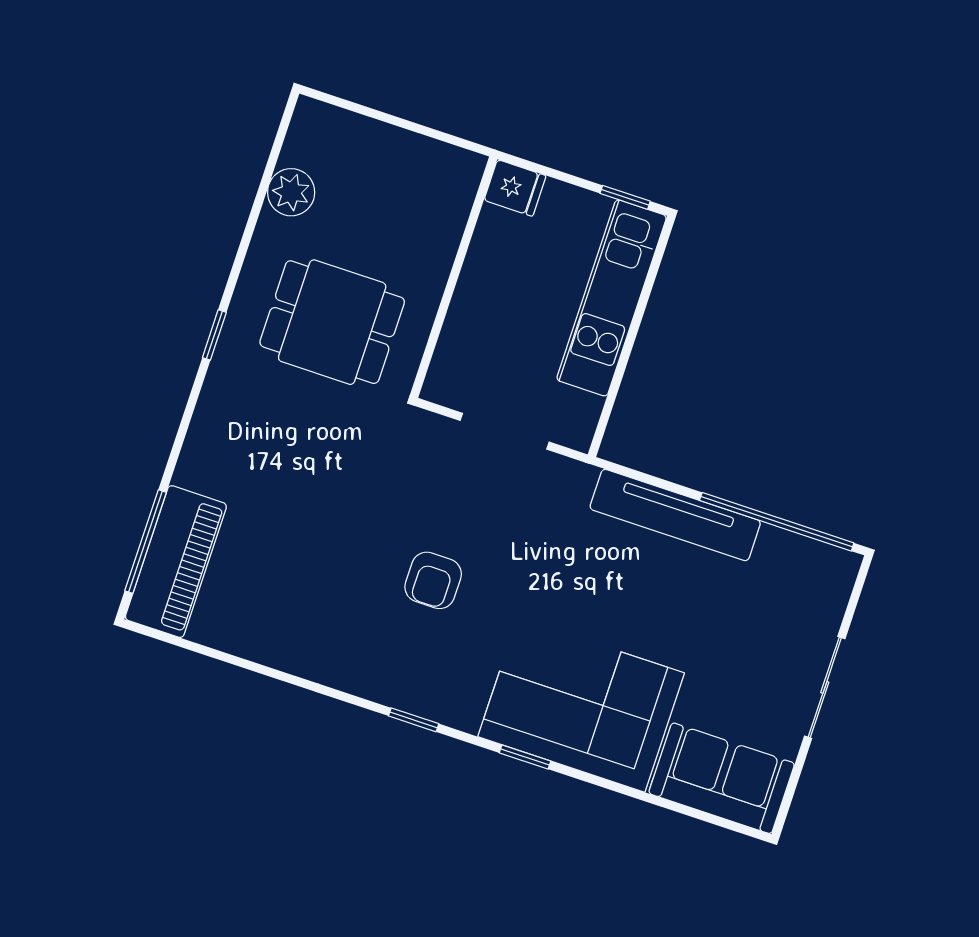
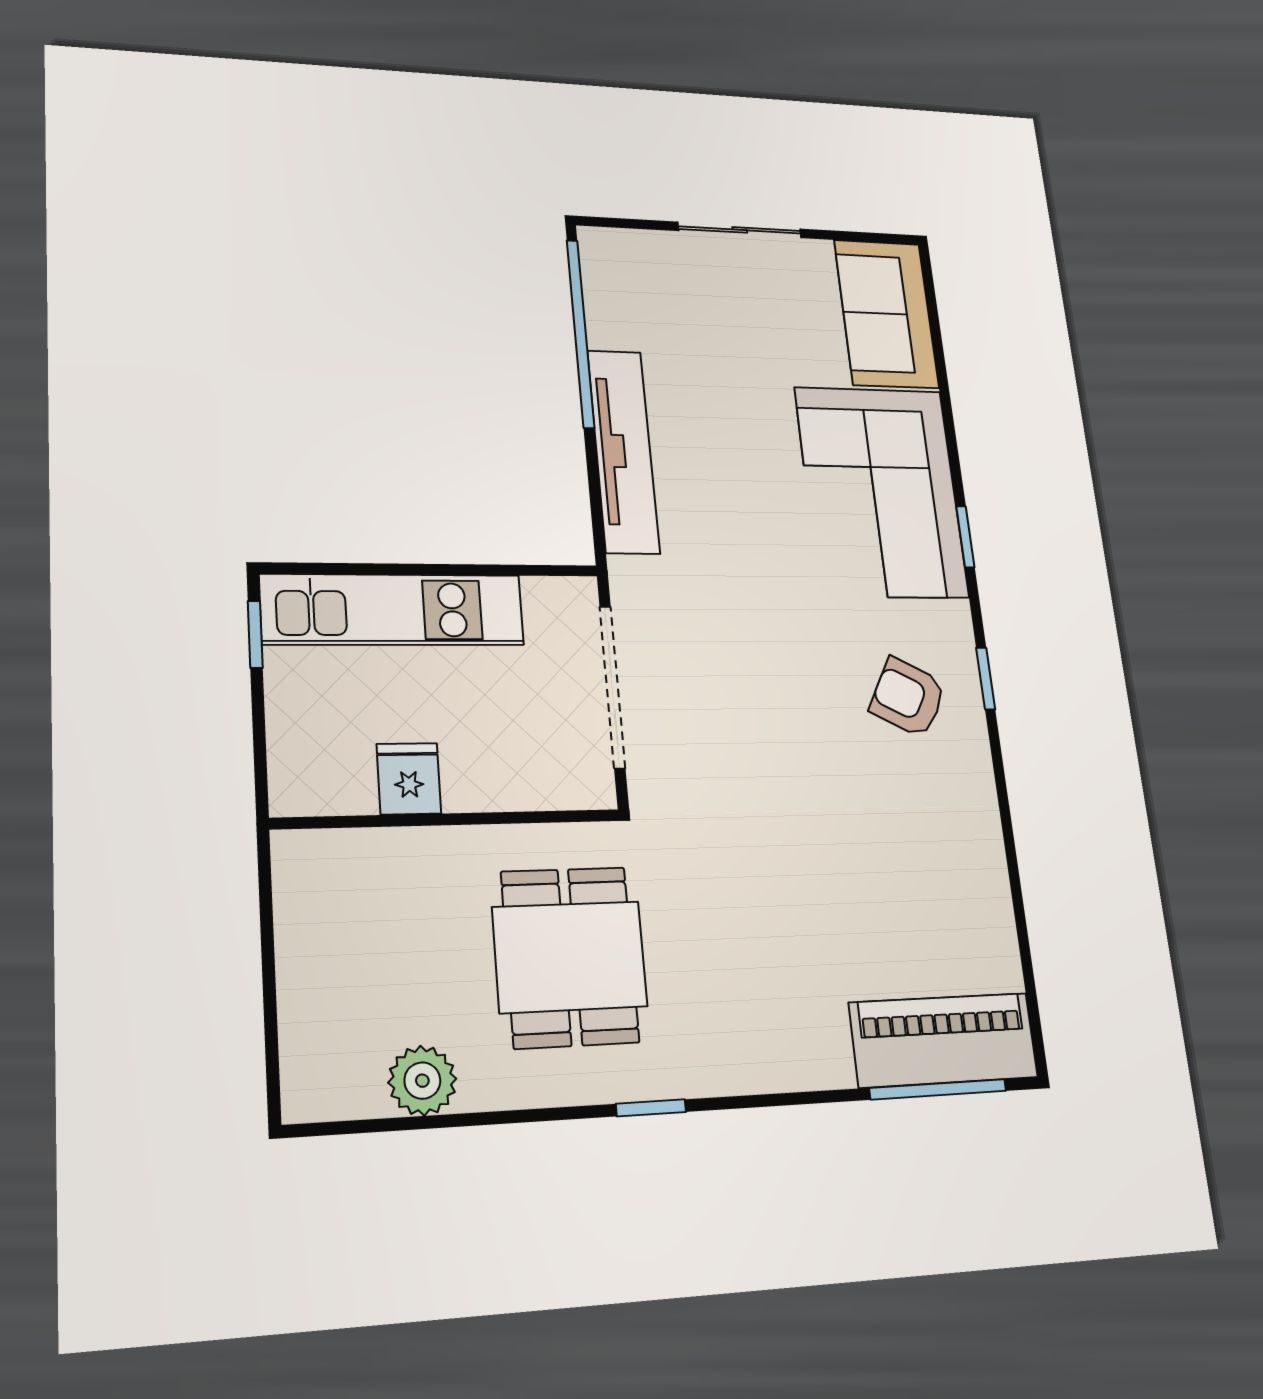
fridge: (515, 188) -> (409, 779), moved
doorway: (505, 431) -> (612, 687), width x1.36
armchair: (433, 580) -> (908, 697), moved, turned -152

